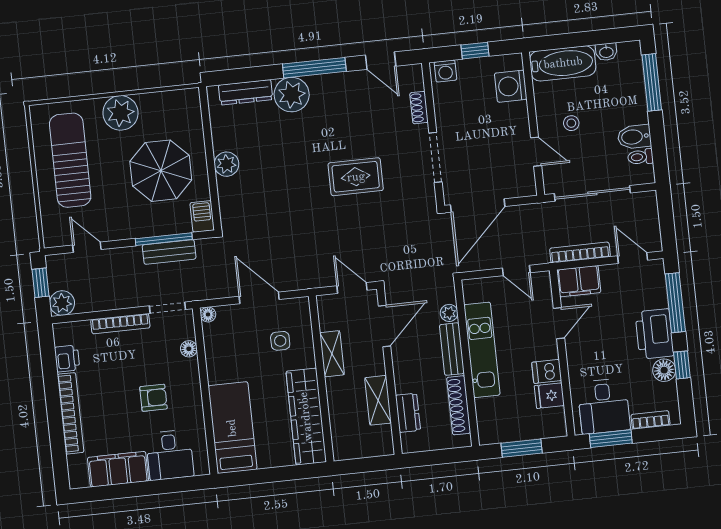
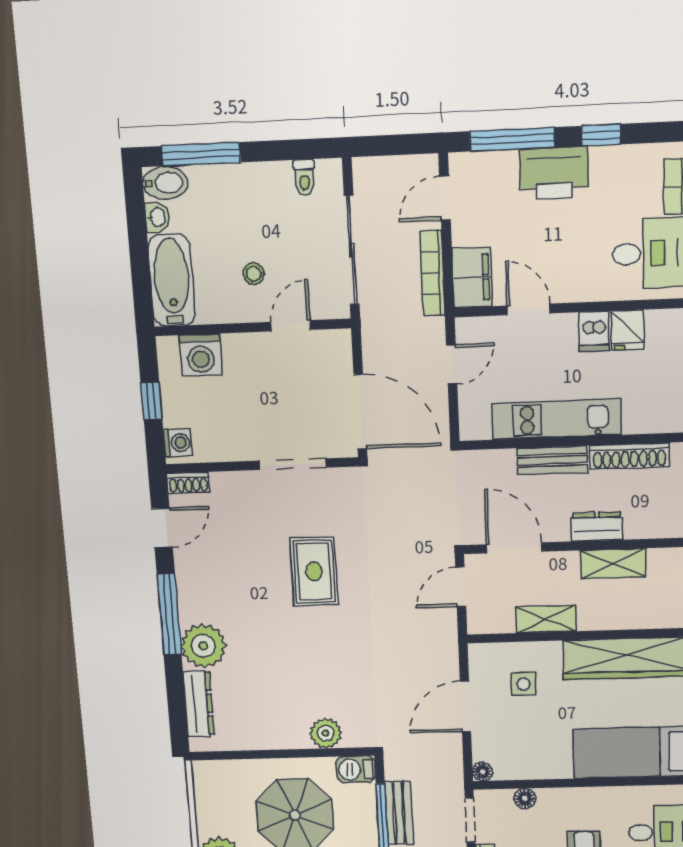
shoe rack: (419, 108) -> (188, 483), moved
bidet: (634, 137) -> (165, 183), moved, turned -90
plant: (227, 164) -> (326, 733), moved
plant: (449, 313) -> (503, 460), removed
floor lamp: (664, 370) -> (606, 162), removed
dresser: (408, 413) -> (597, 526), moved

